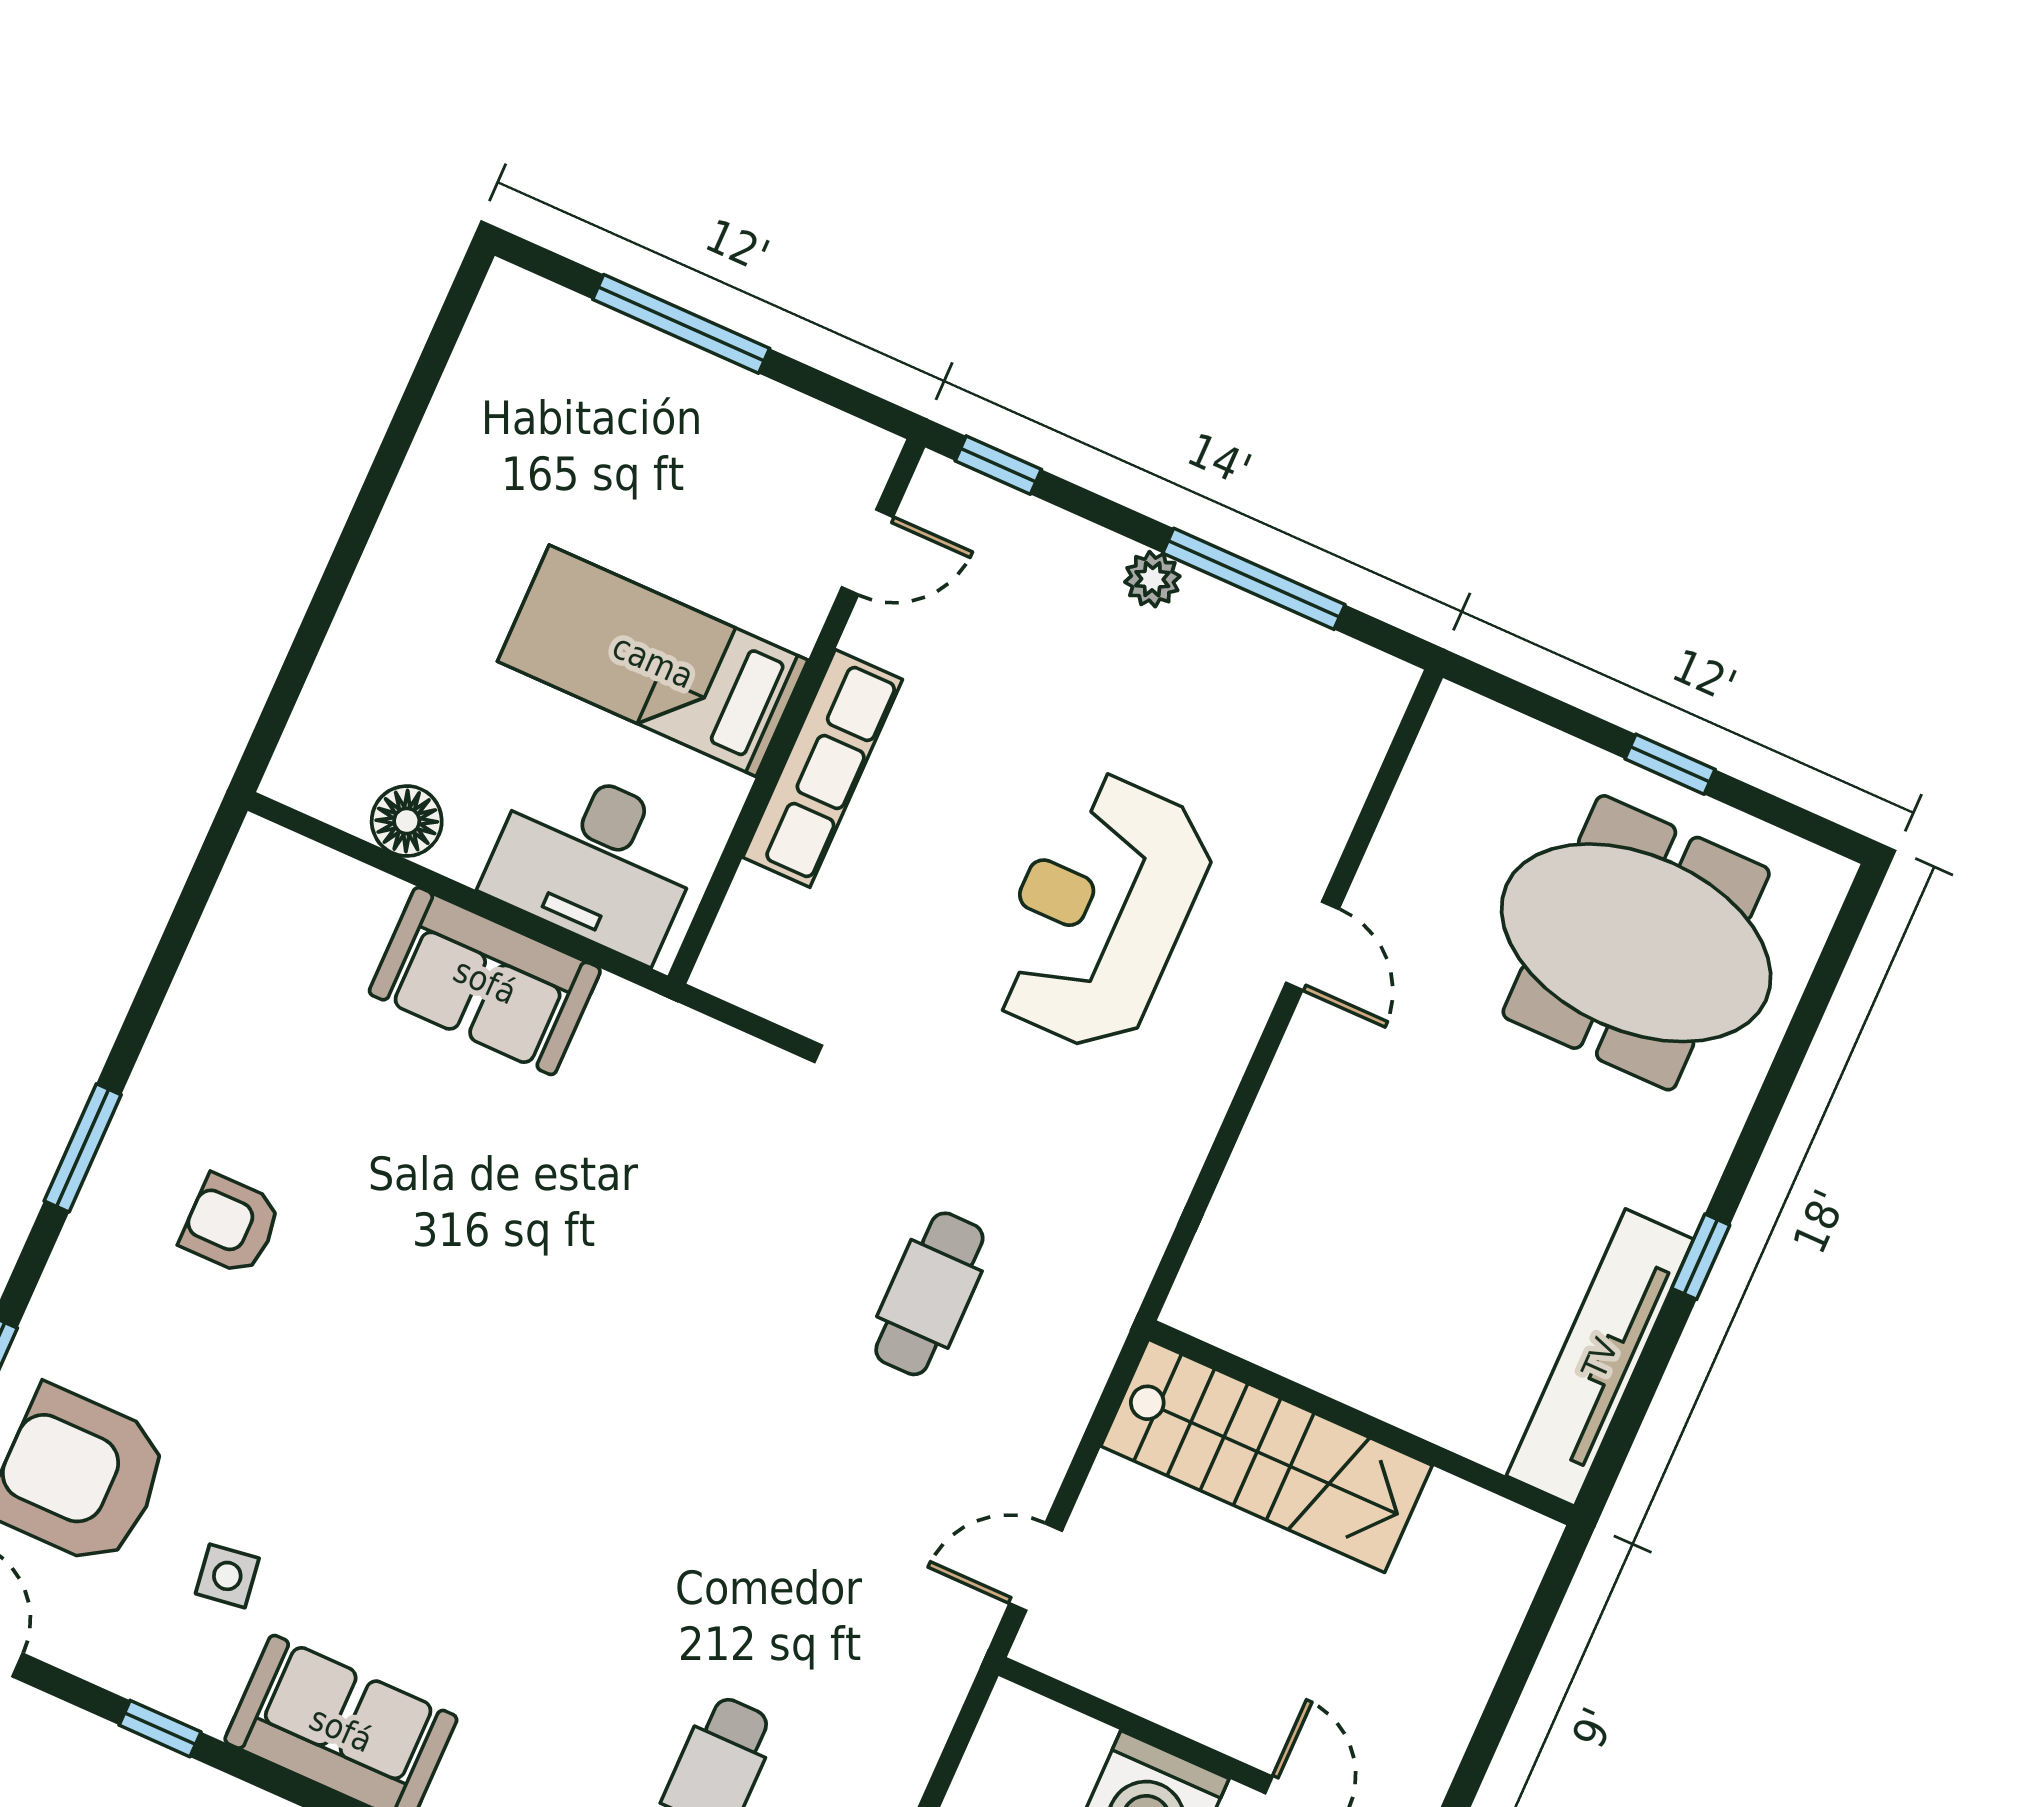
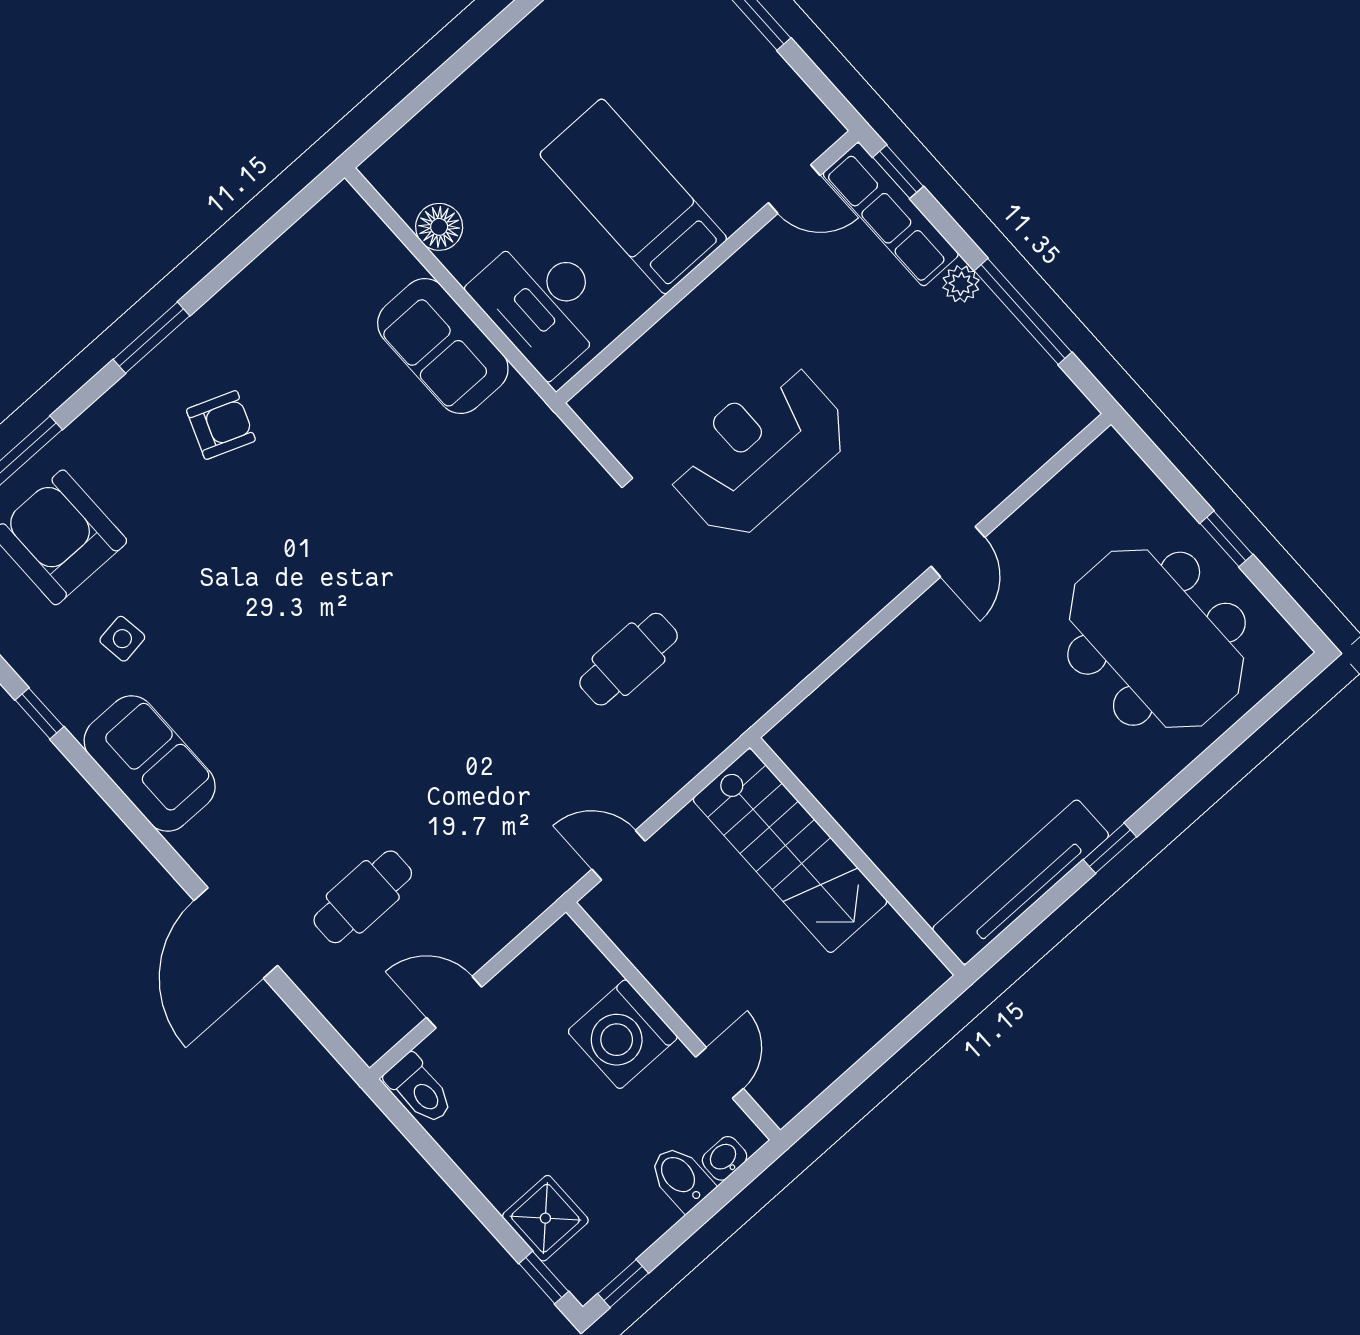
row of seats: (823, 768) -> (891, 214), moved, turned 90
reception desk: (1100, 912) -> (759, 451), moved
armchair: (231, 1224) -> (221, 425), turned 111

